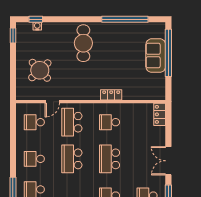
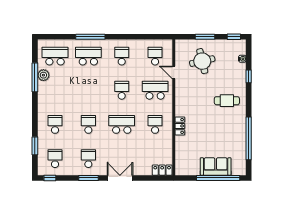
window: (36, 19) -> (249, 76), moved
cafe table: (83, 43) -> (227, 101), width x0.73, depth x0.74
window: (13, 67) -> (205, 37), added
round table: (40, 70) -> (202, 61), turned 30
school desk: (72, 159) -> (122, 90), width x0.54

